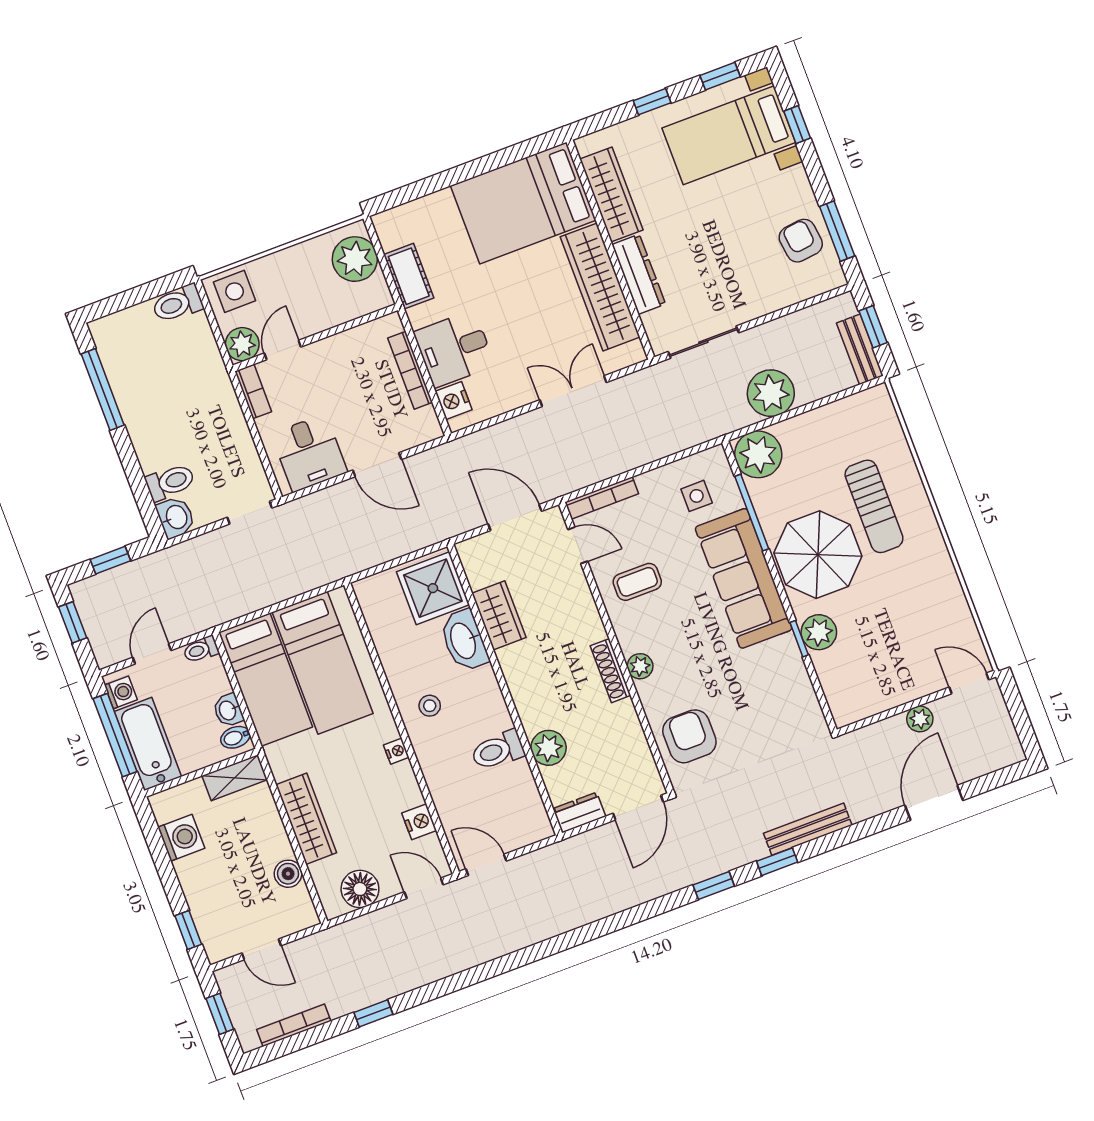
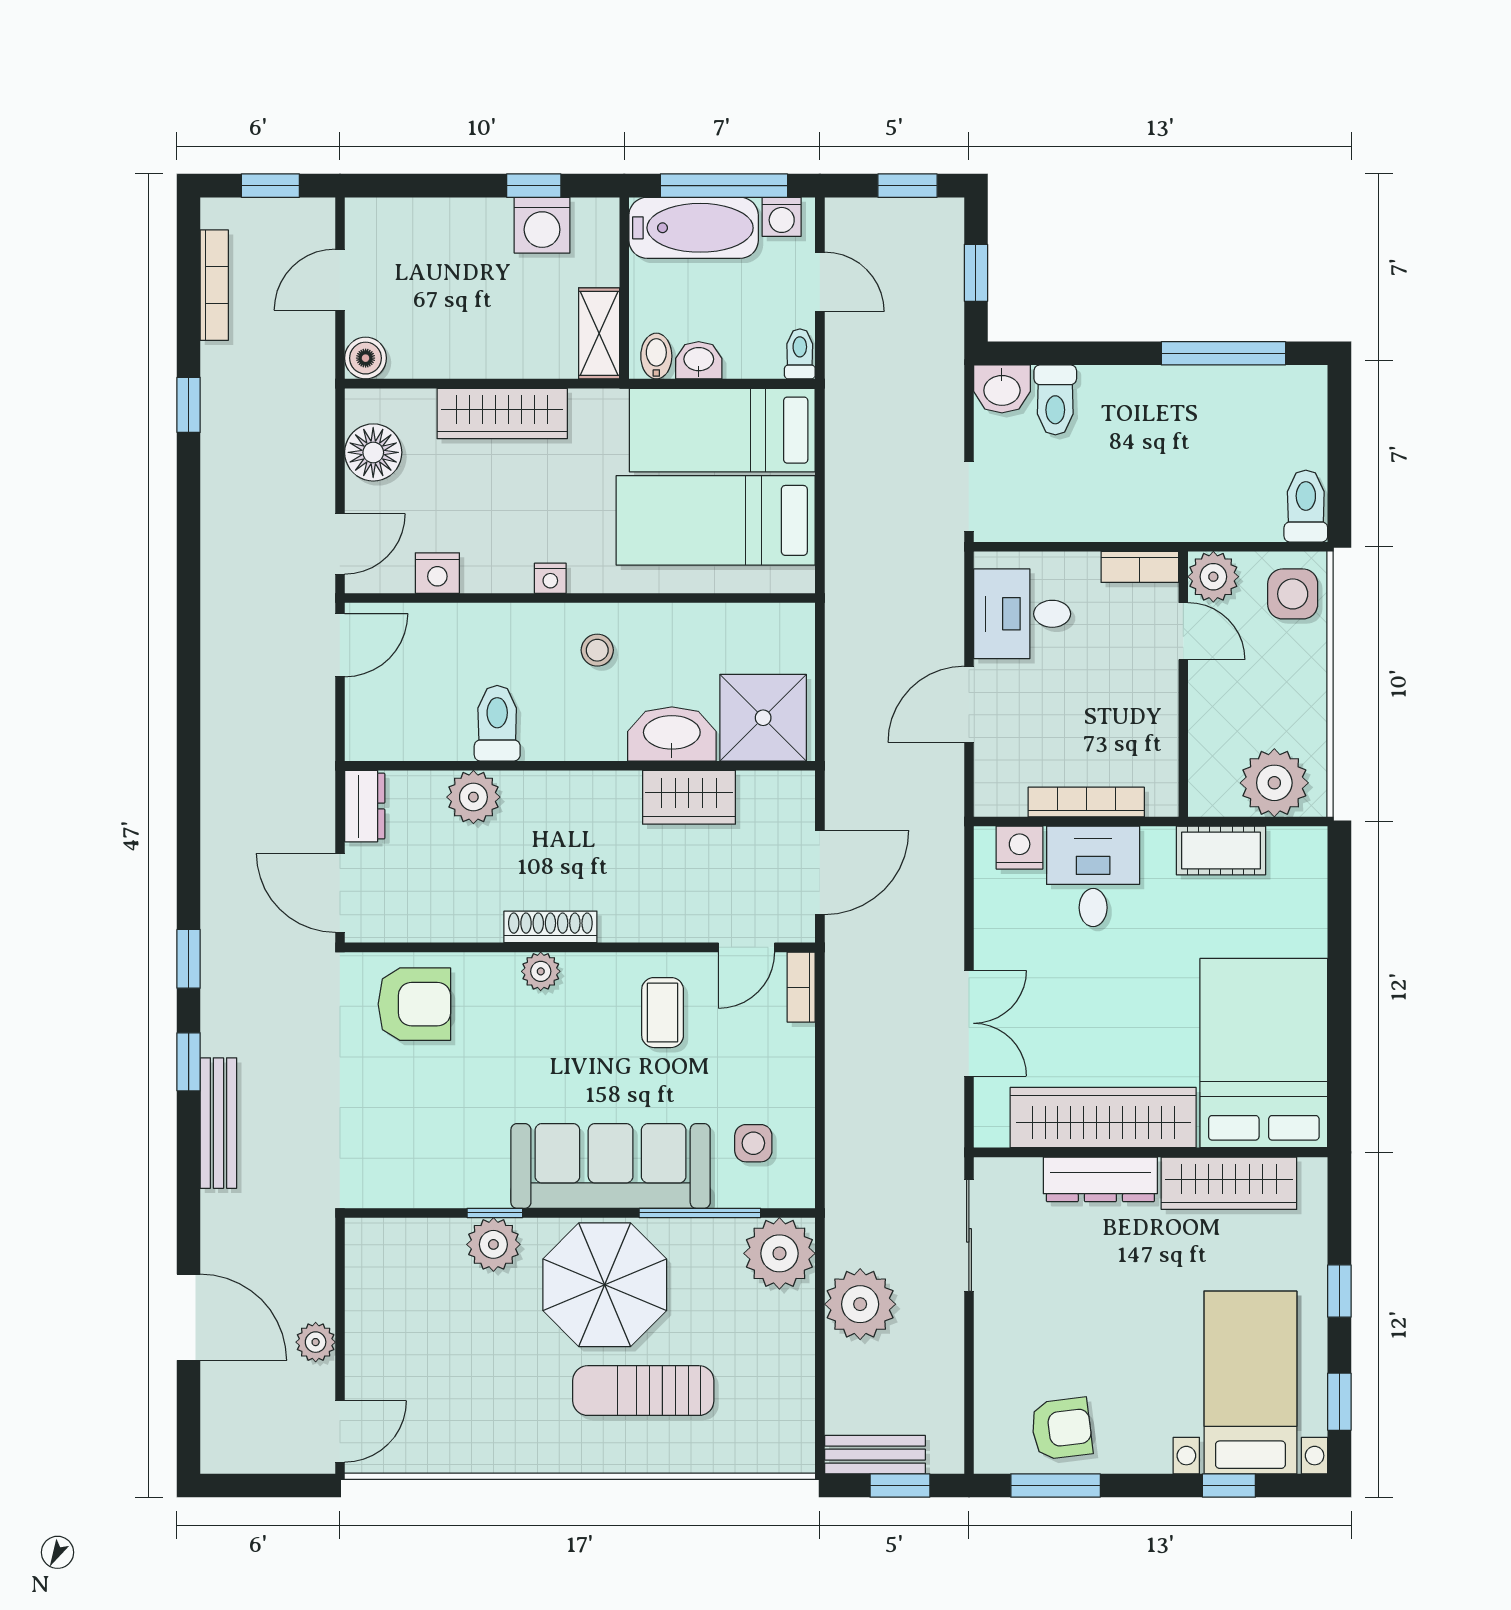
bookcase: (602, 498) -> (801, 987), width x0.64
boiler: (288, 874) -> (366, 358), moved
window: (188, 930) -> (534, 186), moved

